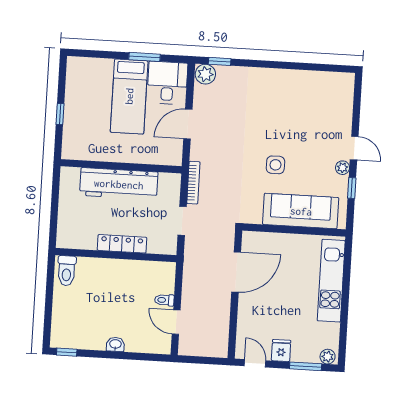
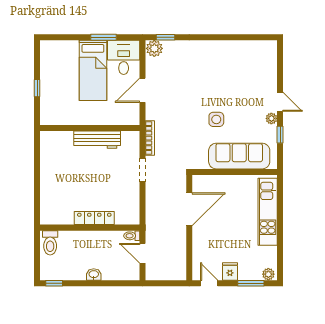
workbench: (119, 184) -> (97, 140), width x0.73, depth x0.76
locker: (122, 244) -> (94, 218), moved
wall: (116, 255) -> (90, 228), moved
toilet: (67, 271) -> (50, 243), moved

